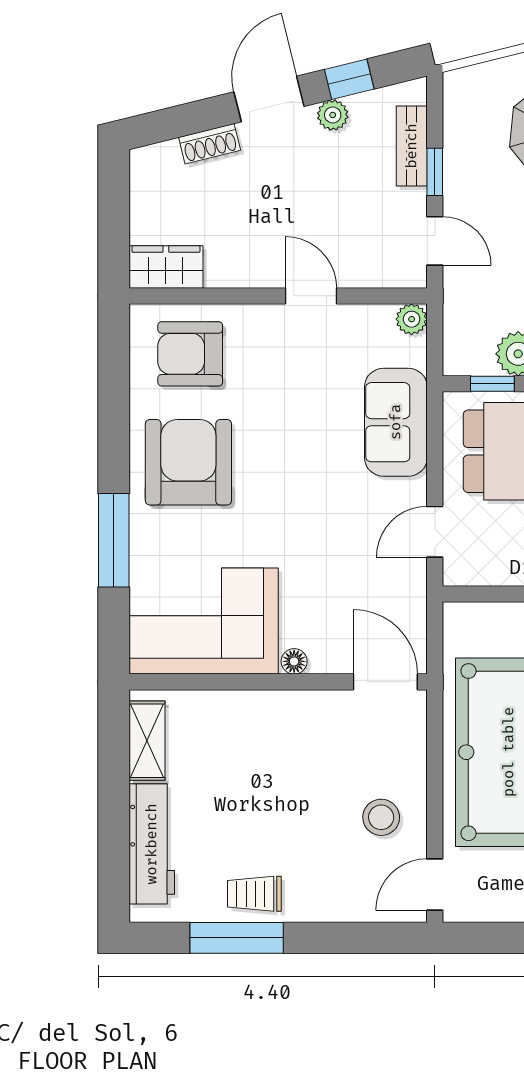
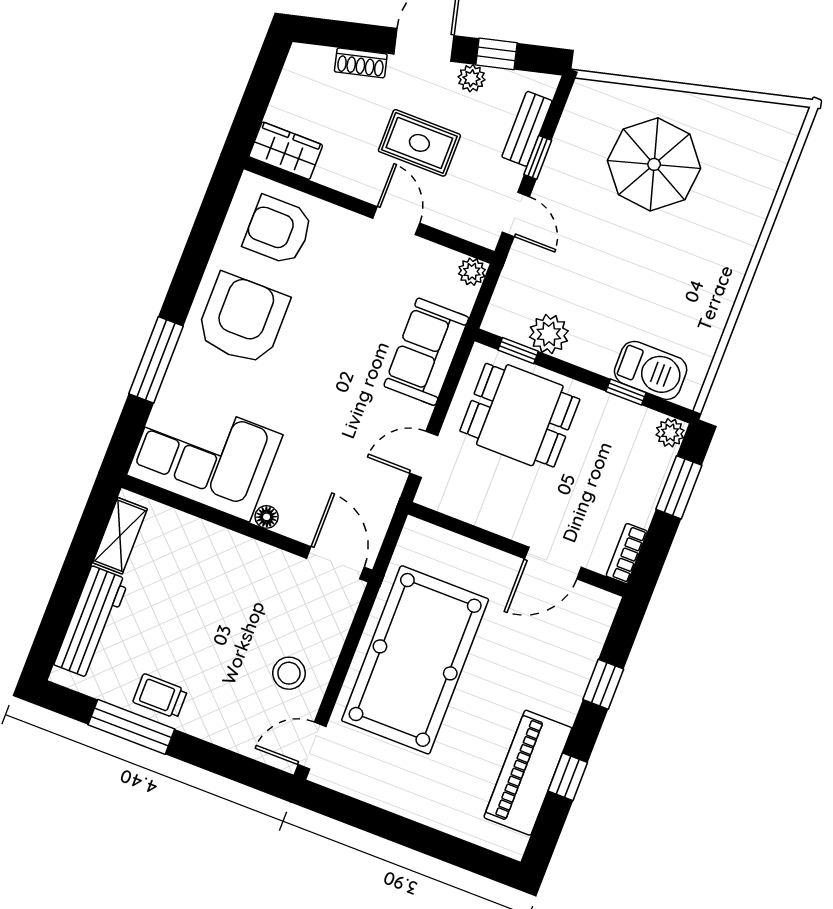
rug: (304, 204) -> (419, 143), added

